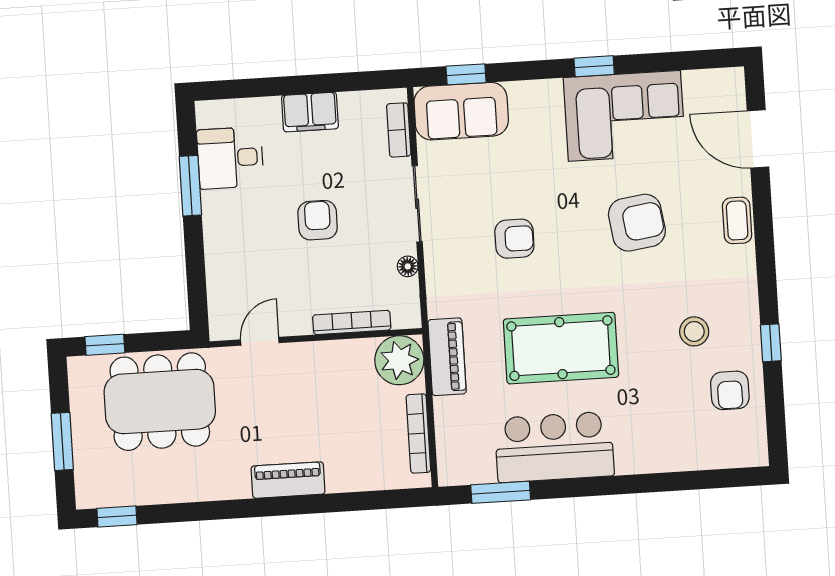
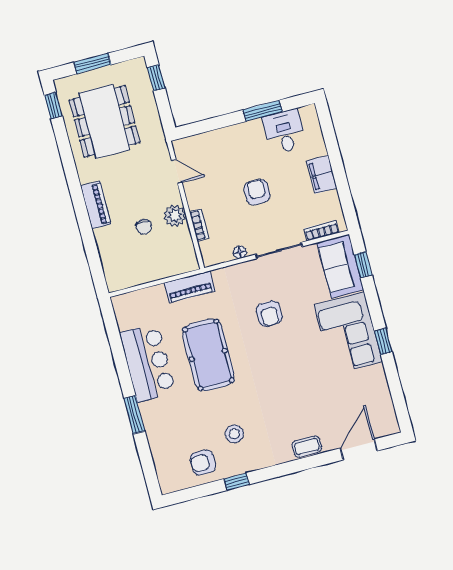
corner sofa: (624, 116) -> (348, 333), moved
armchair: (318, 220) -> (257, 192), turned -90
armchair: (637, 223) -> (294, 386), removed
bookcase: (352, 322) -> (199, 225), width x0.64
plant: (399, 360) -> (175, 216), moved, width x0.73, depth x0.73
dining table: (160, 402) -> (104, 121), moved
chair: (337, 411) -> (144, 227), added
bookcase: (418, 433) -> (140, 279), removed
window: (501, 492) -> (134, 415), moved

